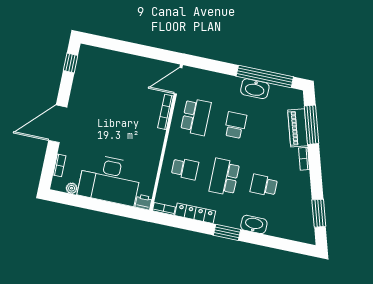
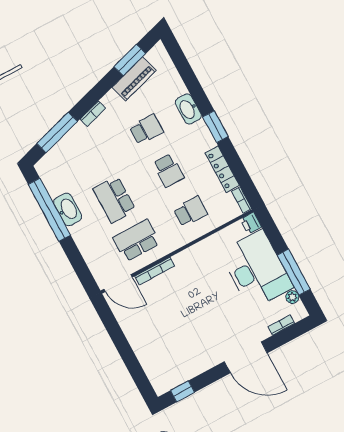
school desk: (235, 125) -> (114, 200), width x1.85
piano: (298, 128) -> (134, 79), moved
school desk: (185, 169) -> (190, 211), turned 90
school desk: (224, 177) -> (168, 170), width x0.54
school desk: (264, 185) -> (146, 129), turned -90
window: (87, 203) -> (294, 272), added

